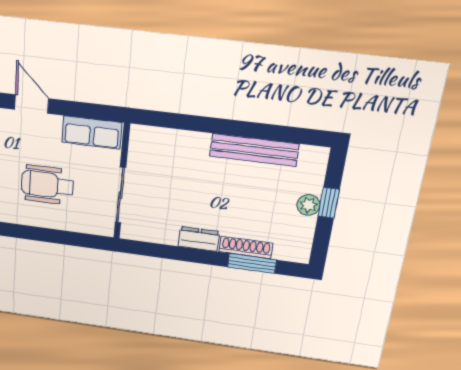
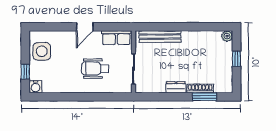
door: (32, 104) -> (85, 27), swing flipped
bench: (254, 150) -> (160, 37), moved
plant: (308, 205) -> (227, 36), moved

